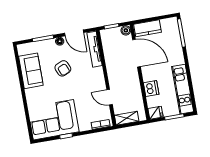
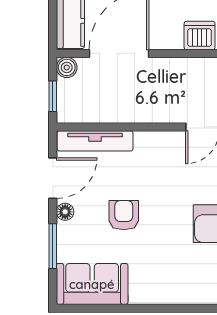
armchair: (63, 68) -> (124, 215), turned -67
sofa: (31, 71) -> (92, 284), moved

